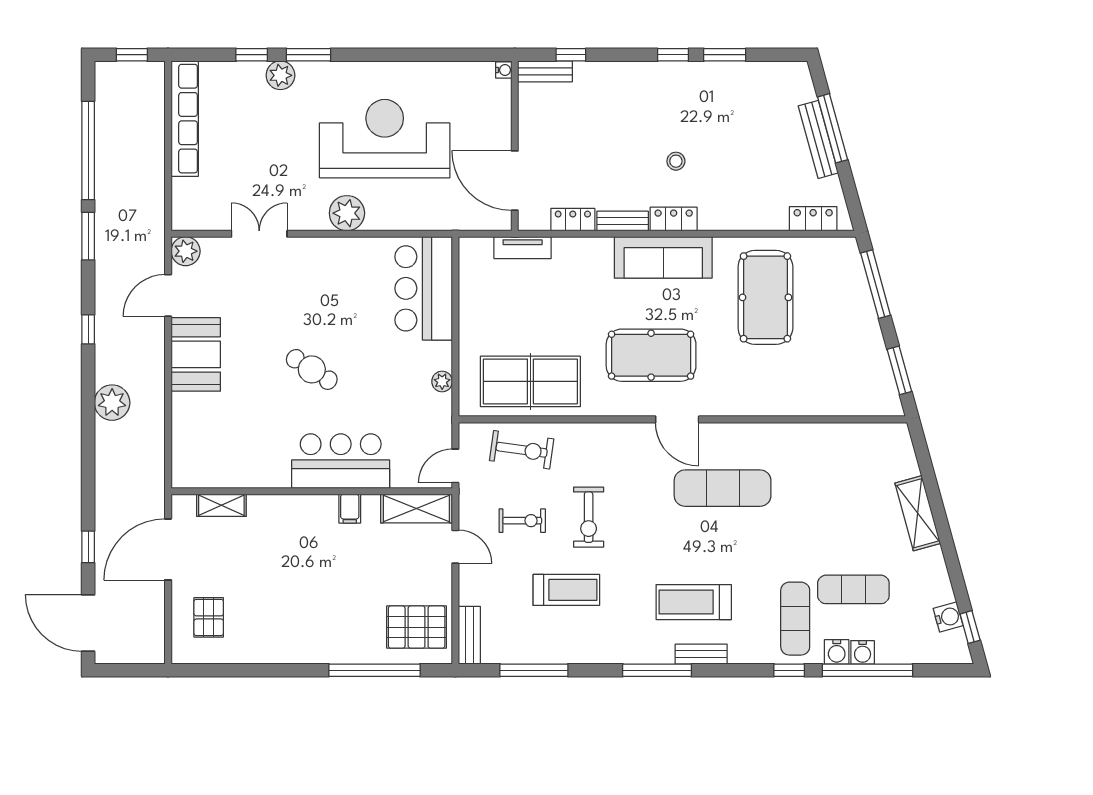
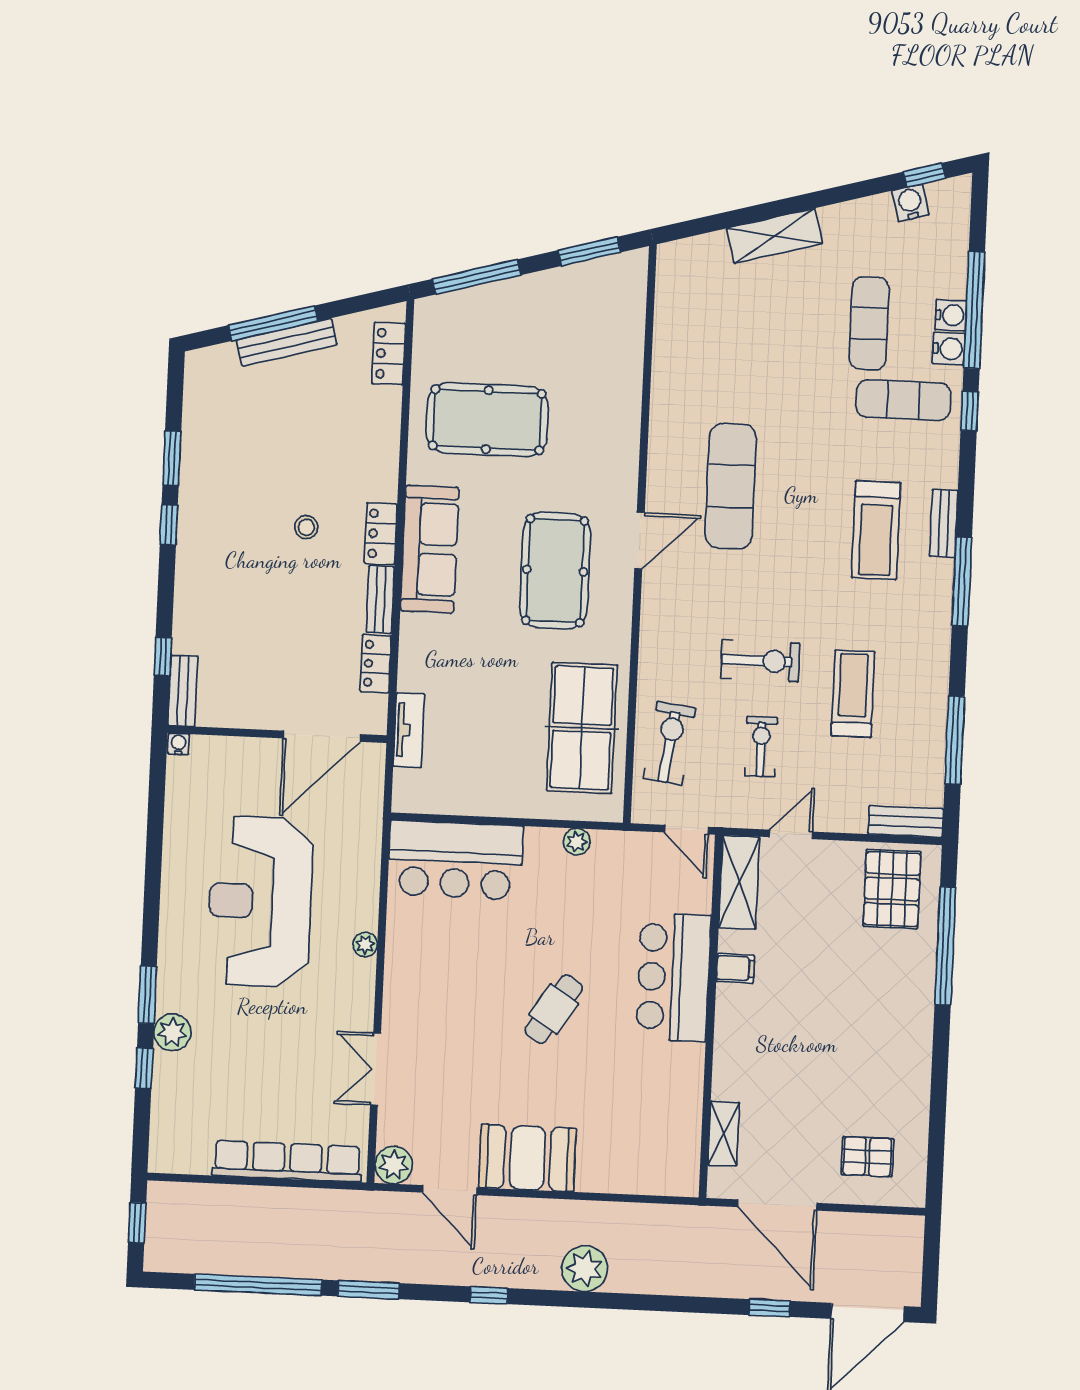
row of seats: (185, 119) -> (287, 1161), moved
plant: (347, 213) -> (365, 944), width x0.53, depth x0.53

